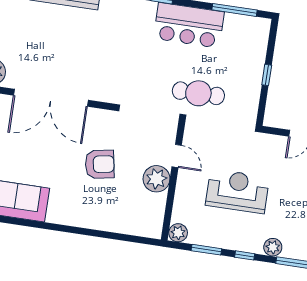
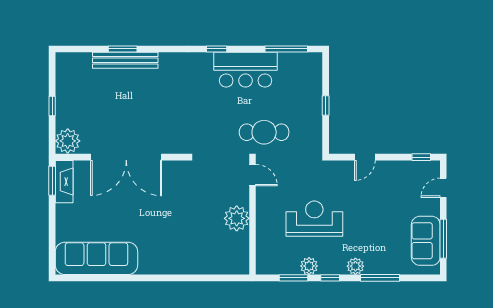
door: (177, 156) -> (252, 175), moved
armchair: (100, 164) -> (181, 213), removed
plant: (178, 233) -> (309, 266), moved

